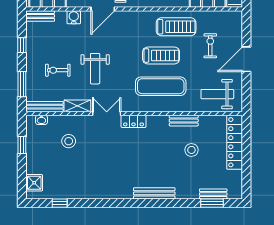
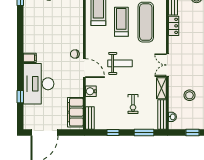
weight bench: (95, 69) -> (120, 63), moved
locker: (134, 121) -> (174, 26), moved

